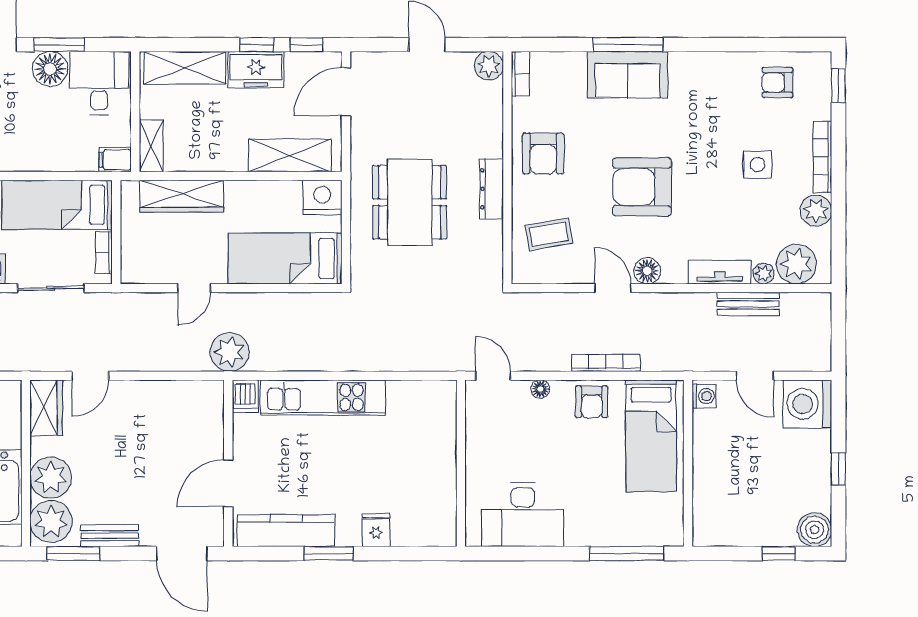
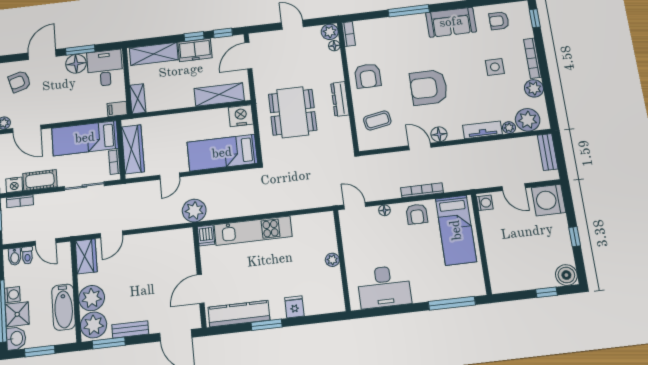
sofa: (628, 75) -> (451, 22), moved
floor lamp: (494, 92) -> (334, 46), added
wardrobe: (182, 196) -> (133, 149), moved, turned -90
bench: (748, 304) -> (548, 152), moved, turned 90
plant: (446, 461) -> (332, 260), added

